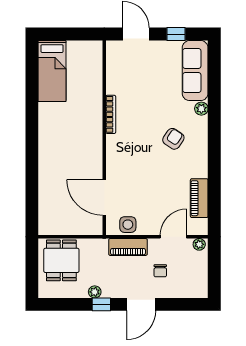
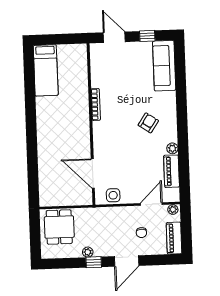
plant: (201, 109) -> (172, 148), moved
piano: (128, 247) -> (174, 238), moved, turned 90

